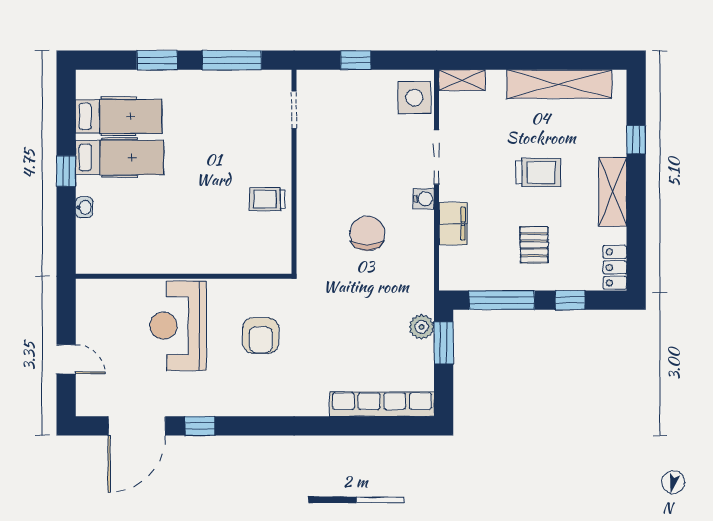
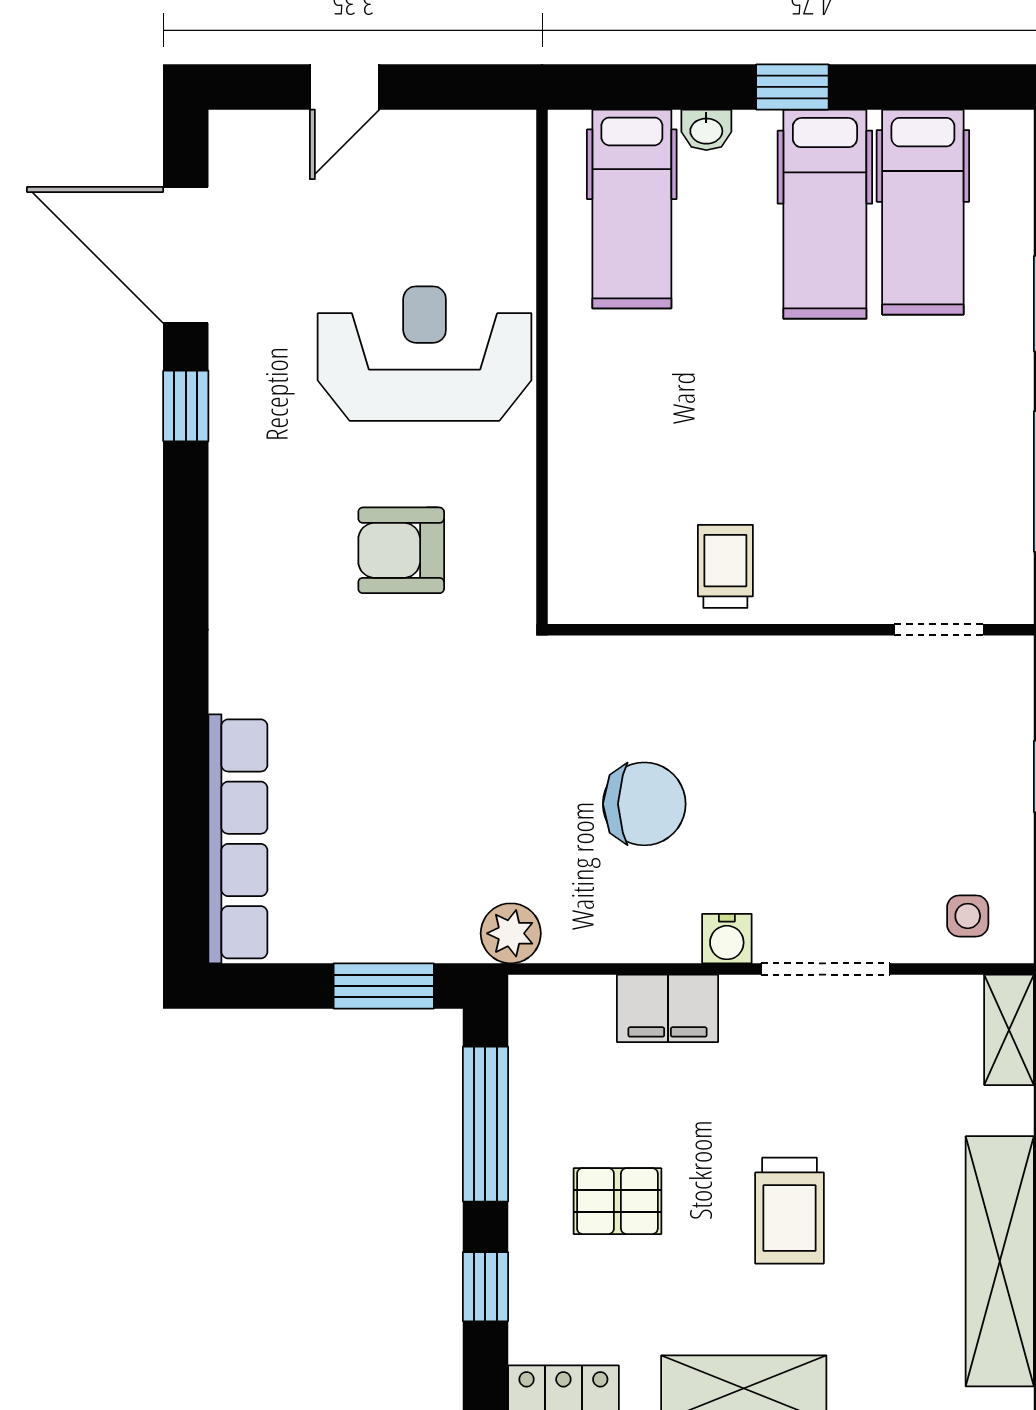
side table: (414, 98) -> (968, 916), width x0.54, depth x0.54
hospital bed: (117, 239) -> (632, 209), added
plant: (422, 327) -> (511, 933), moved

